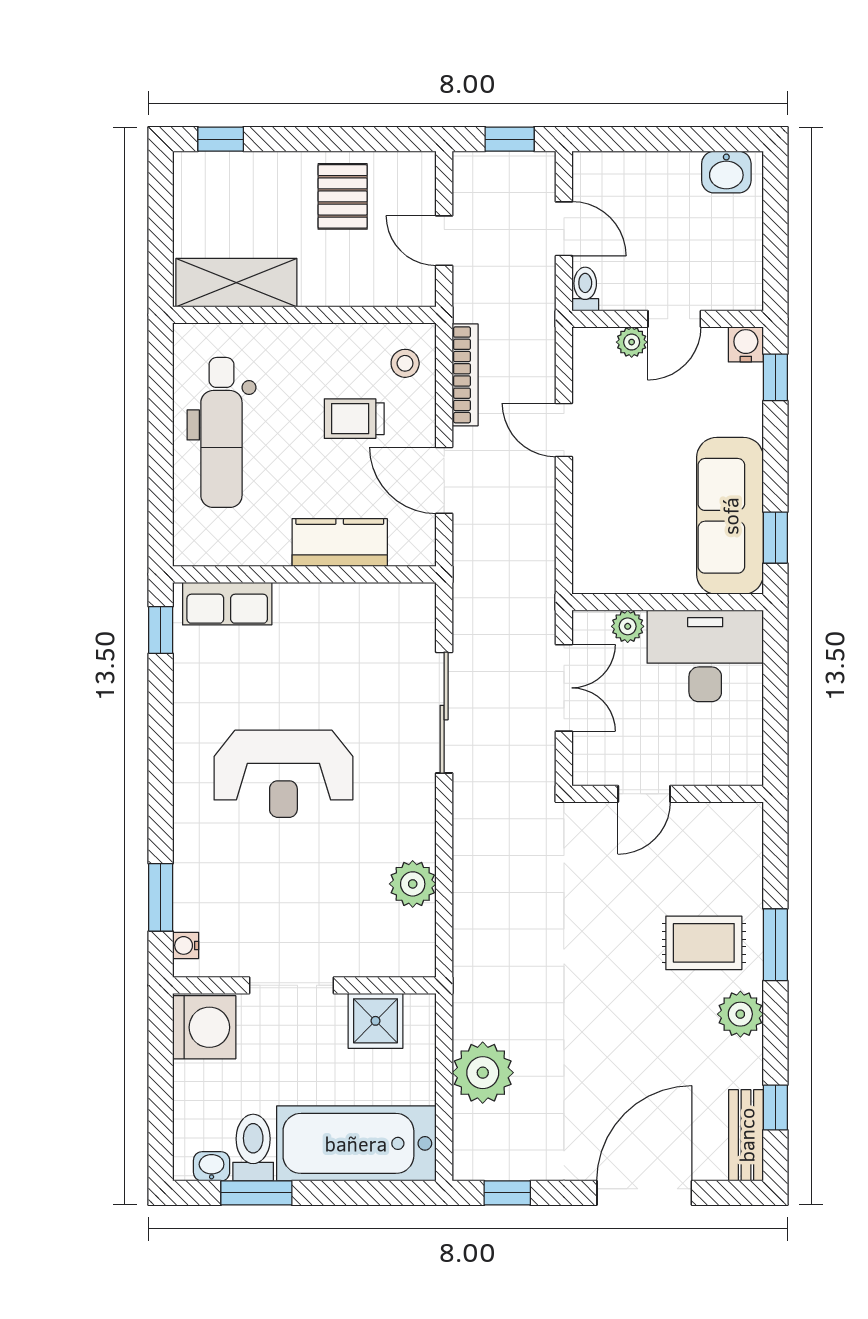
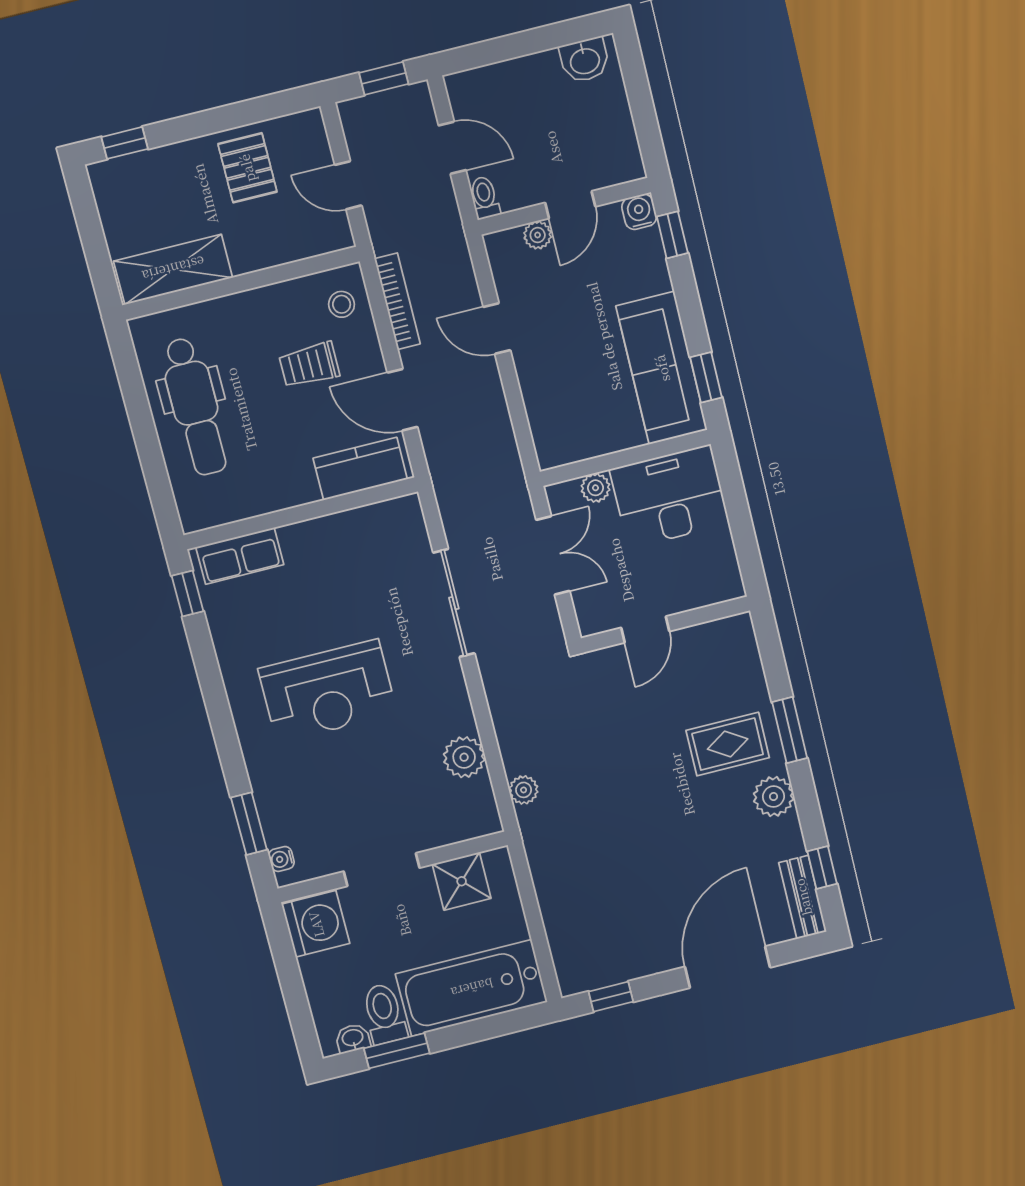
kitchen counter: (340, 542) -> (360, 469), moved
plant: (483, 1073) -> (524, 790), moved, width x0.53, depth x0.53

